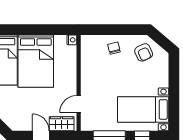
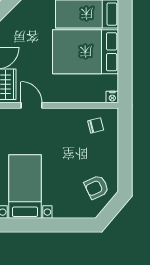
chair: (114, 48) -> (96, 126), moved

